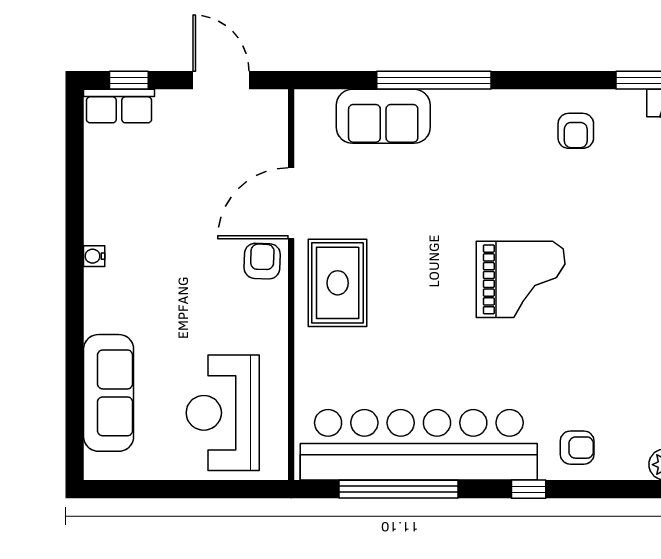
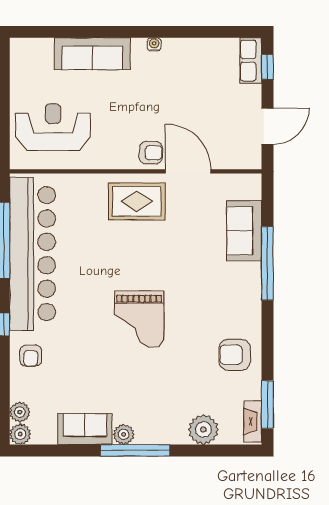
armchair: (576, 131) -> (235, 355), width x1.38, depth x1.38
sofa: (109, 393) -> (92, 54), moved

